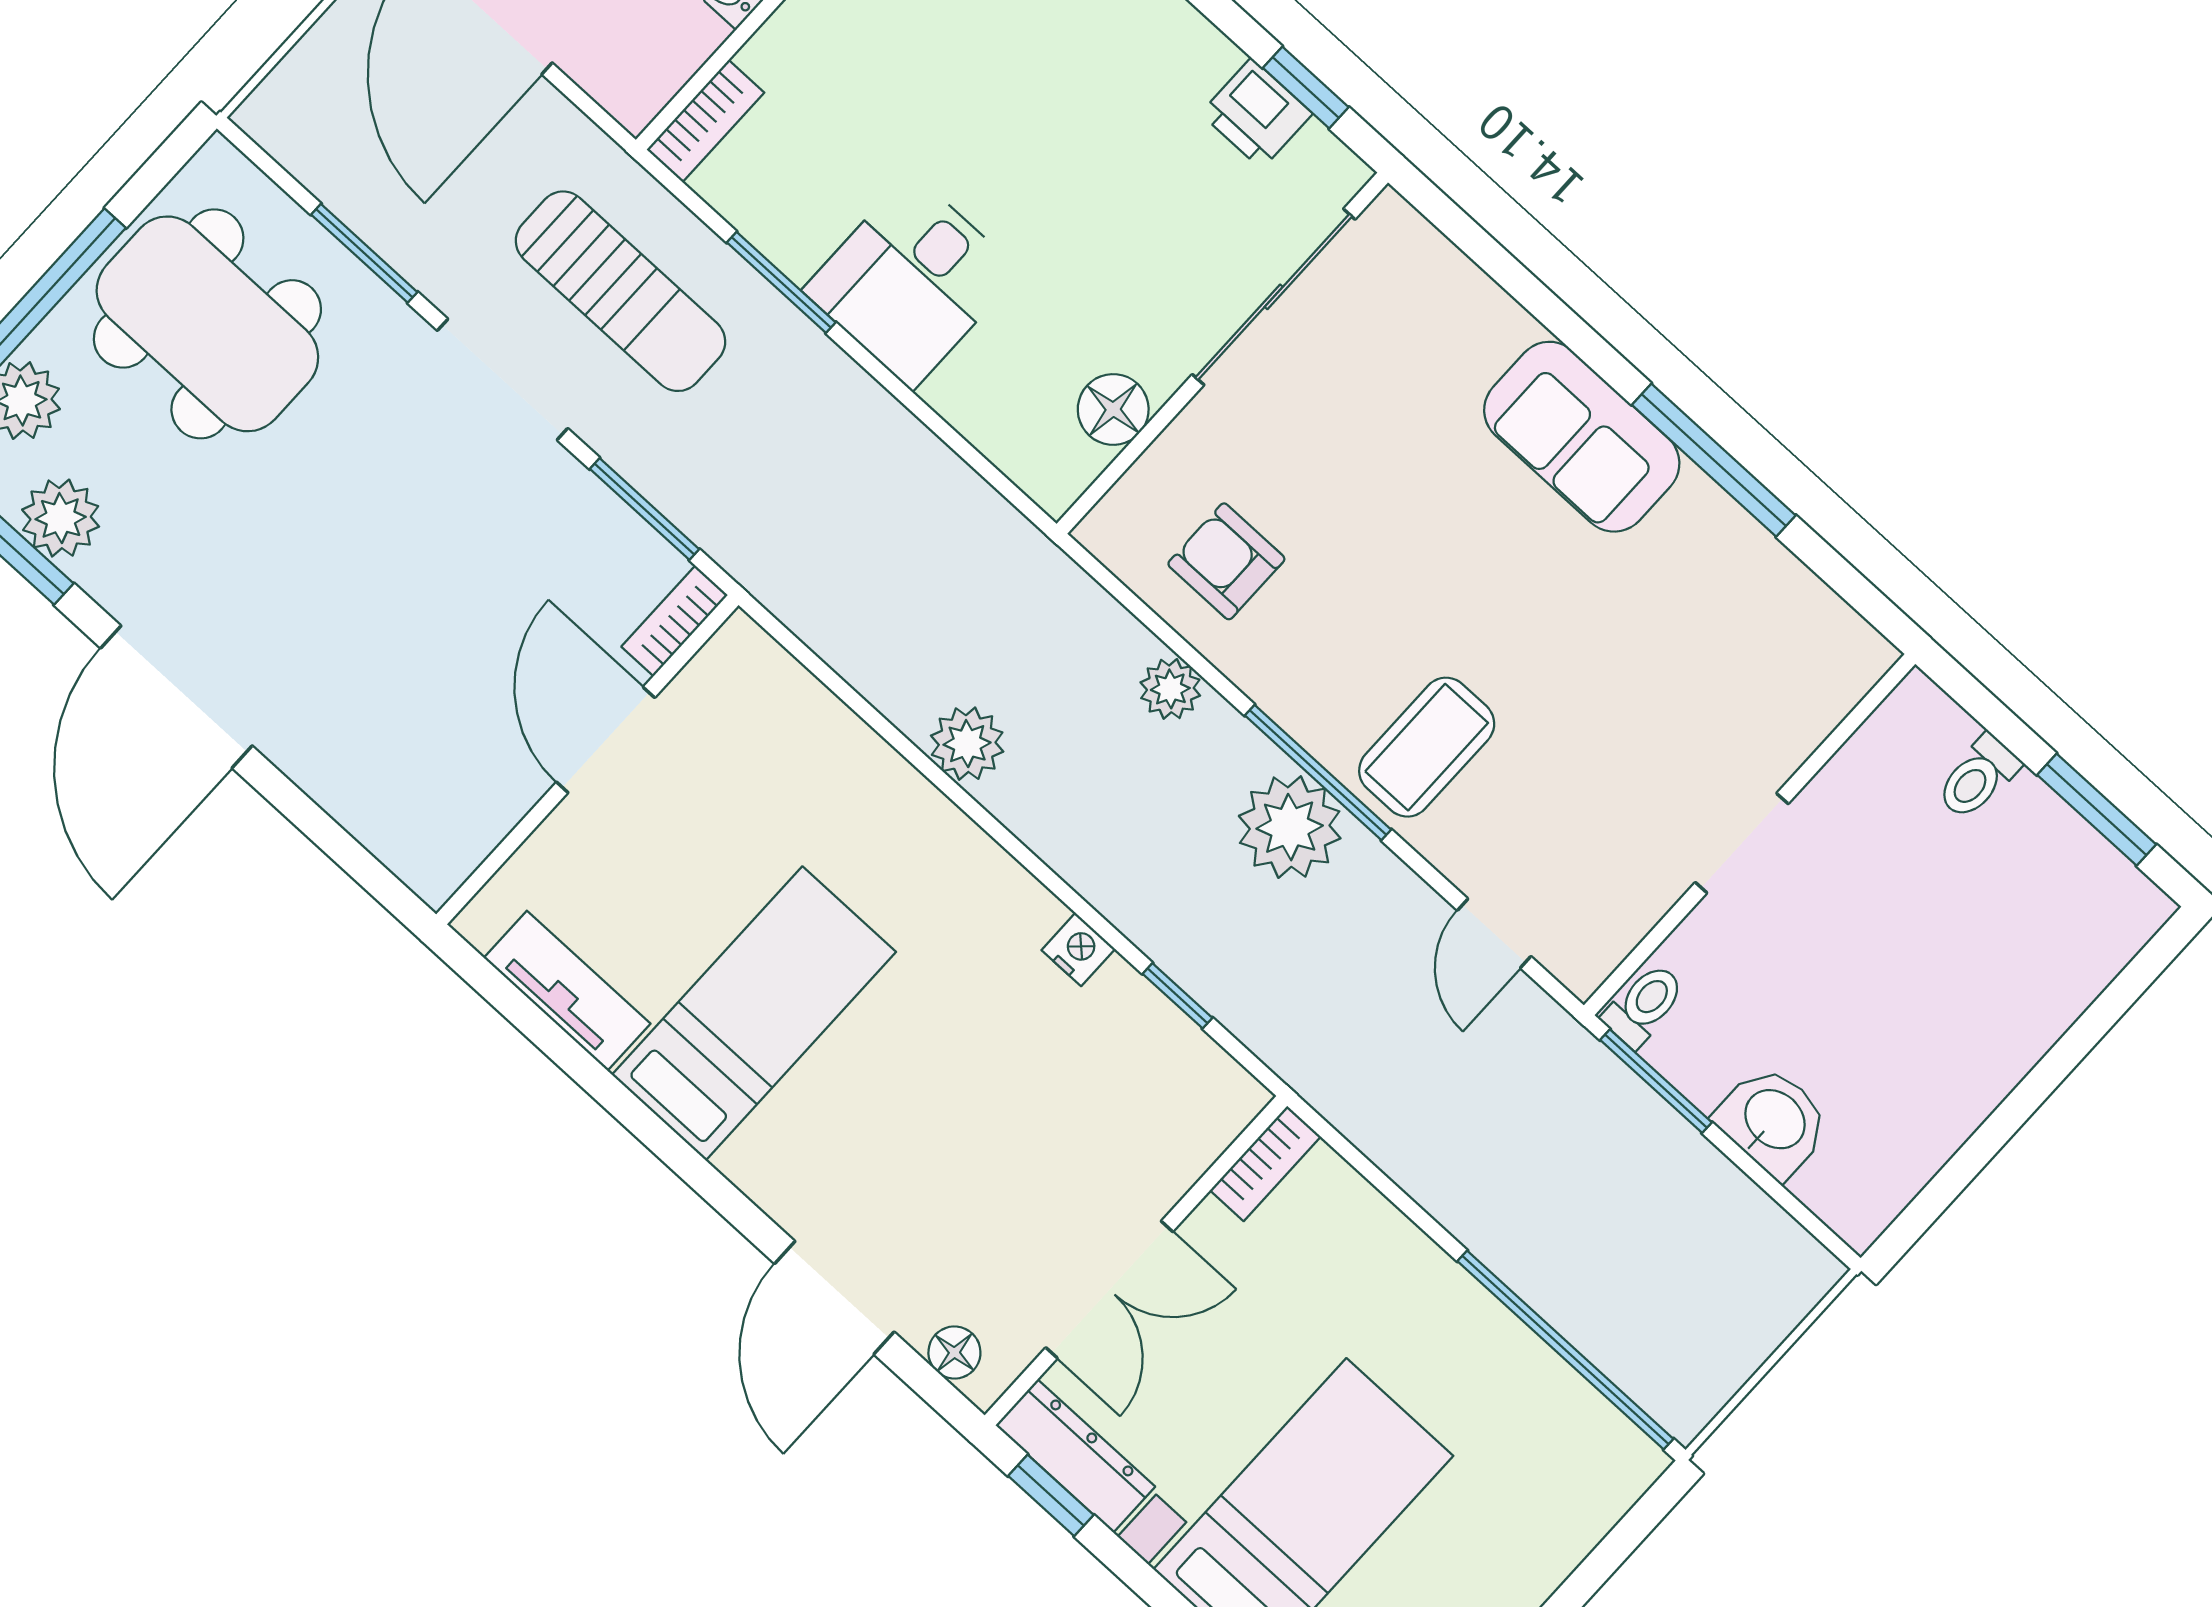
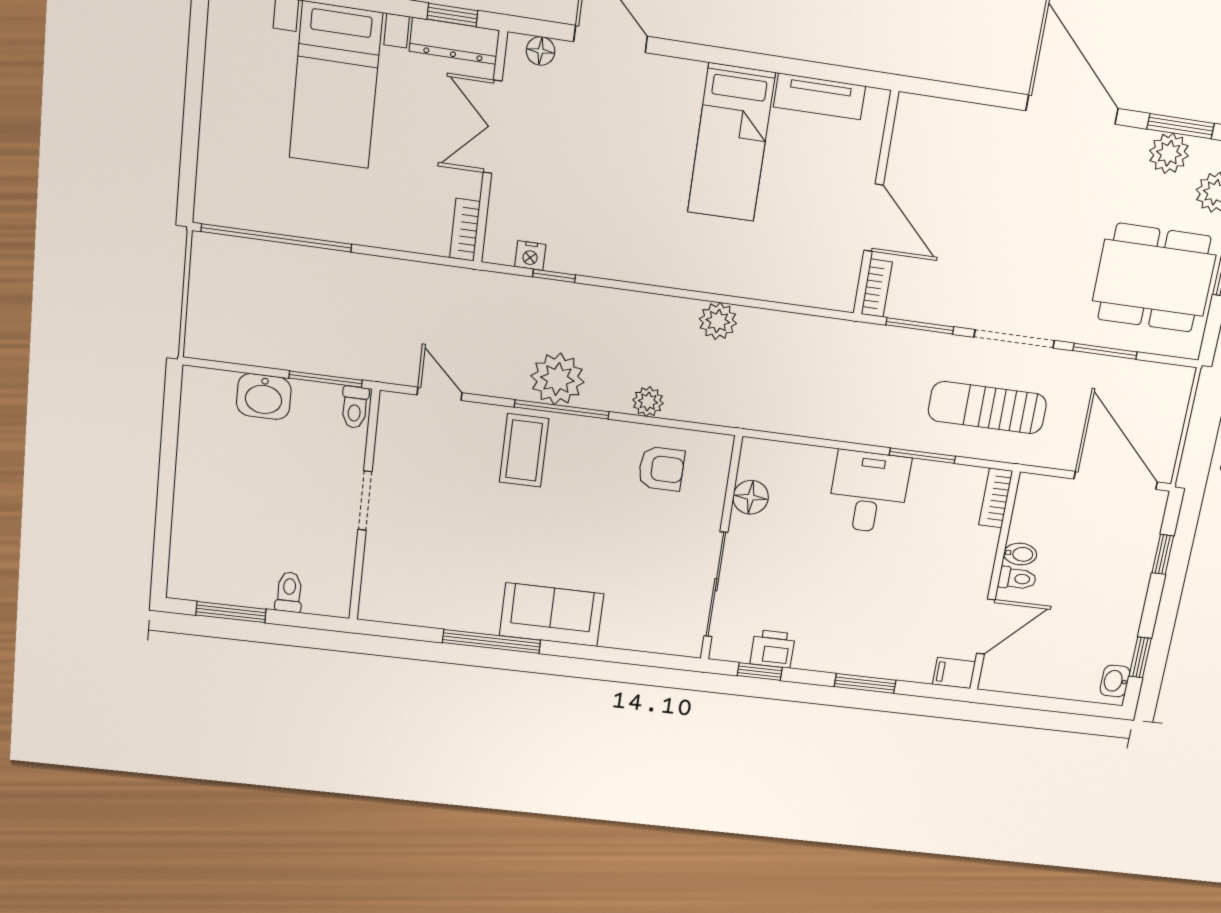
nightstand: (1078, 949) -> (530, 256), moved

